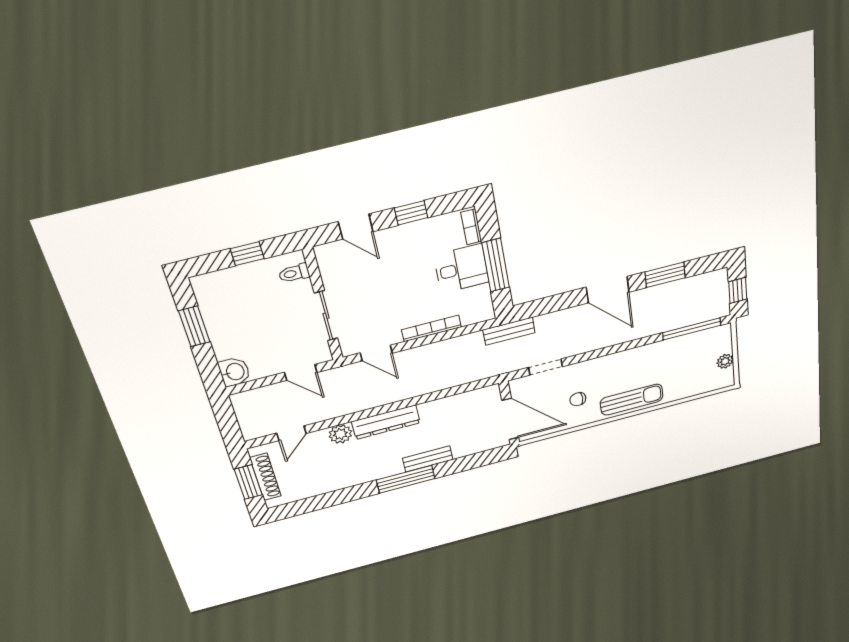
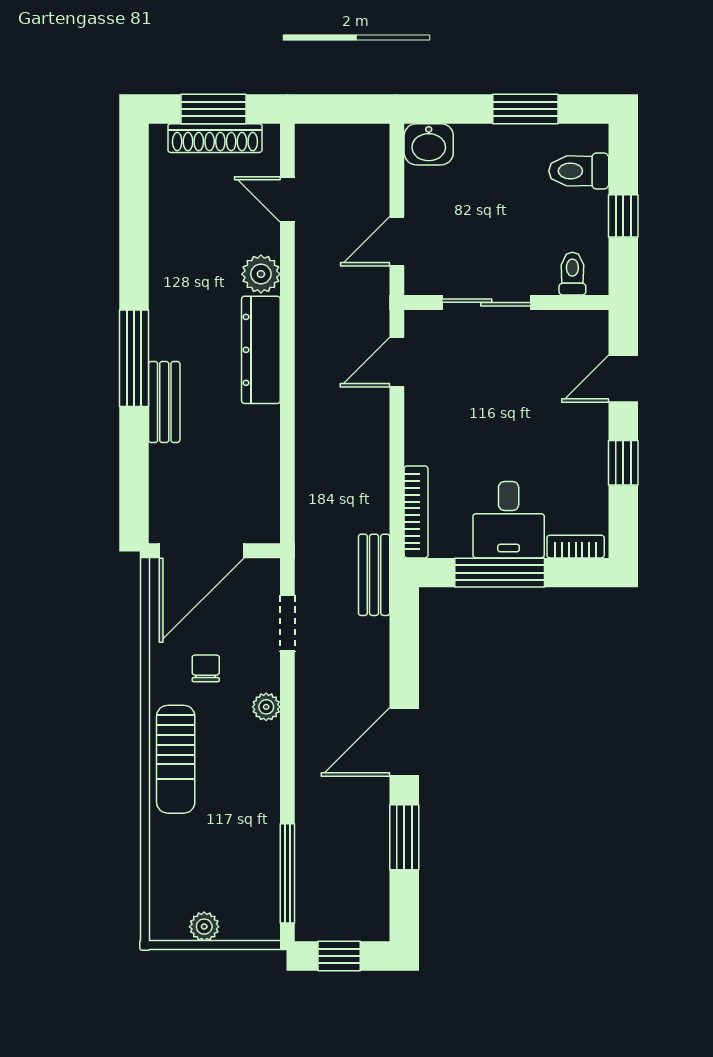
toilet: (225, 287) -> (579, 171), added
bookcase: (431, 328) -> (416, 512), moved
plant: (596, 365) -> (266, 707), added

